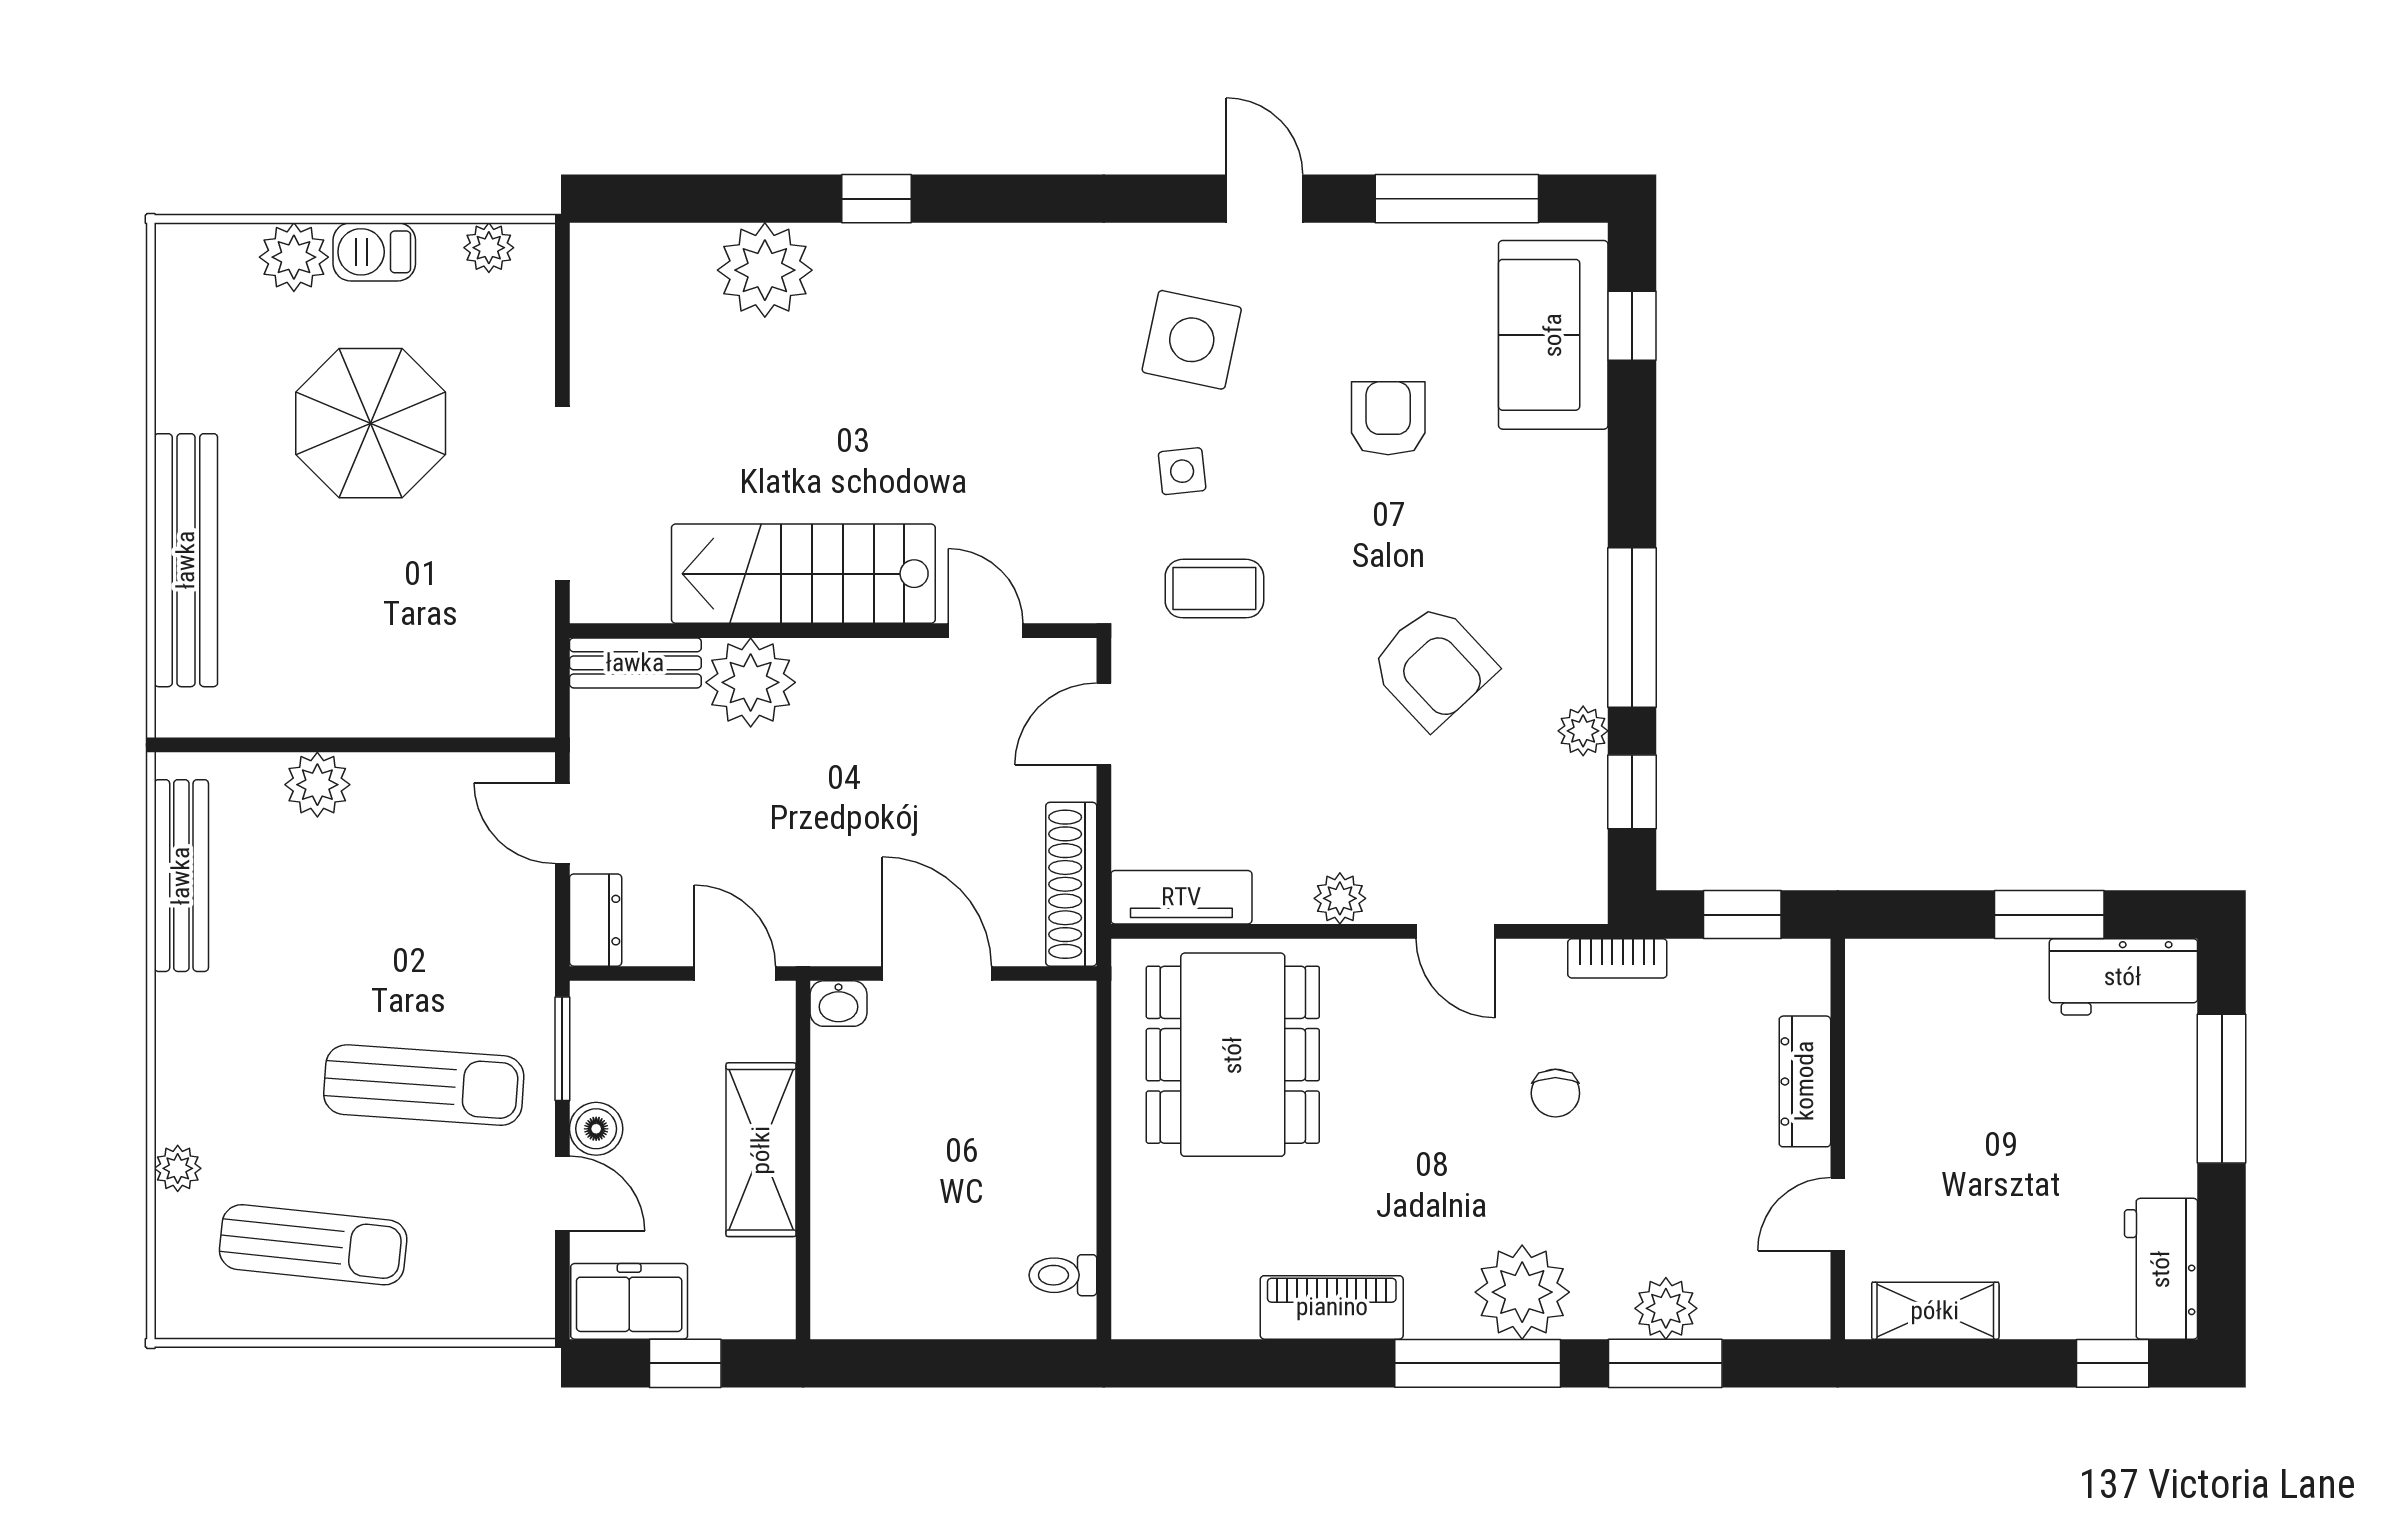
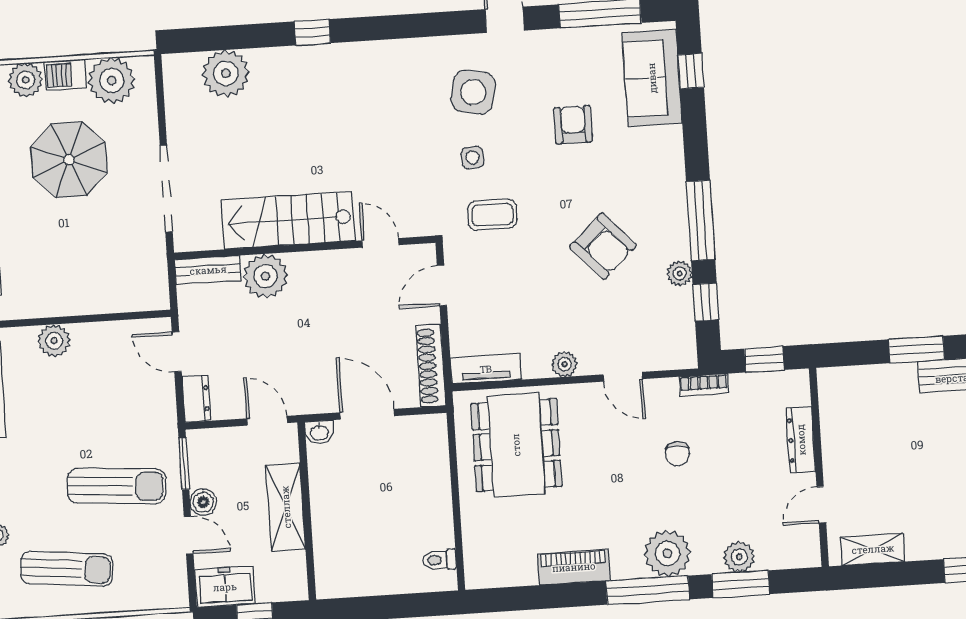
plant: (489, 248) -> (112, 81), width x1.88, depth x1.88
plant: (765, 270) -> (226, 73), moved

